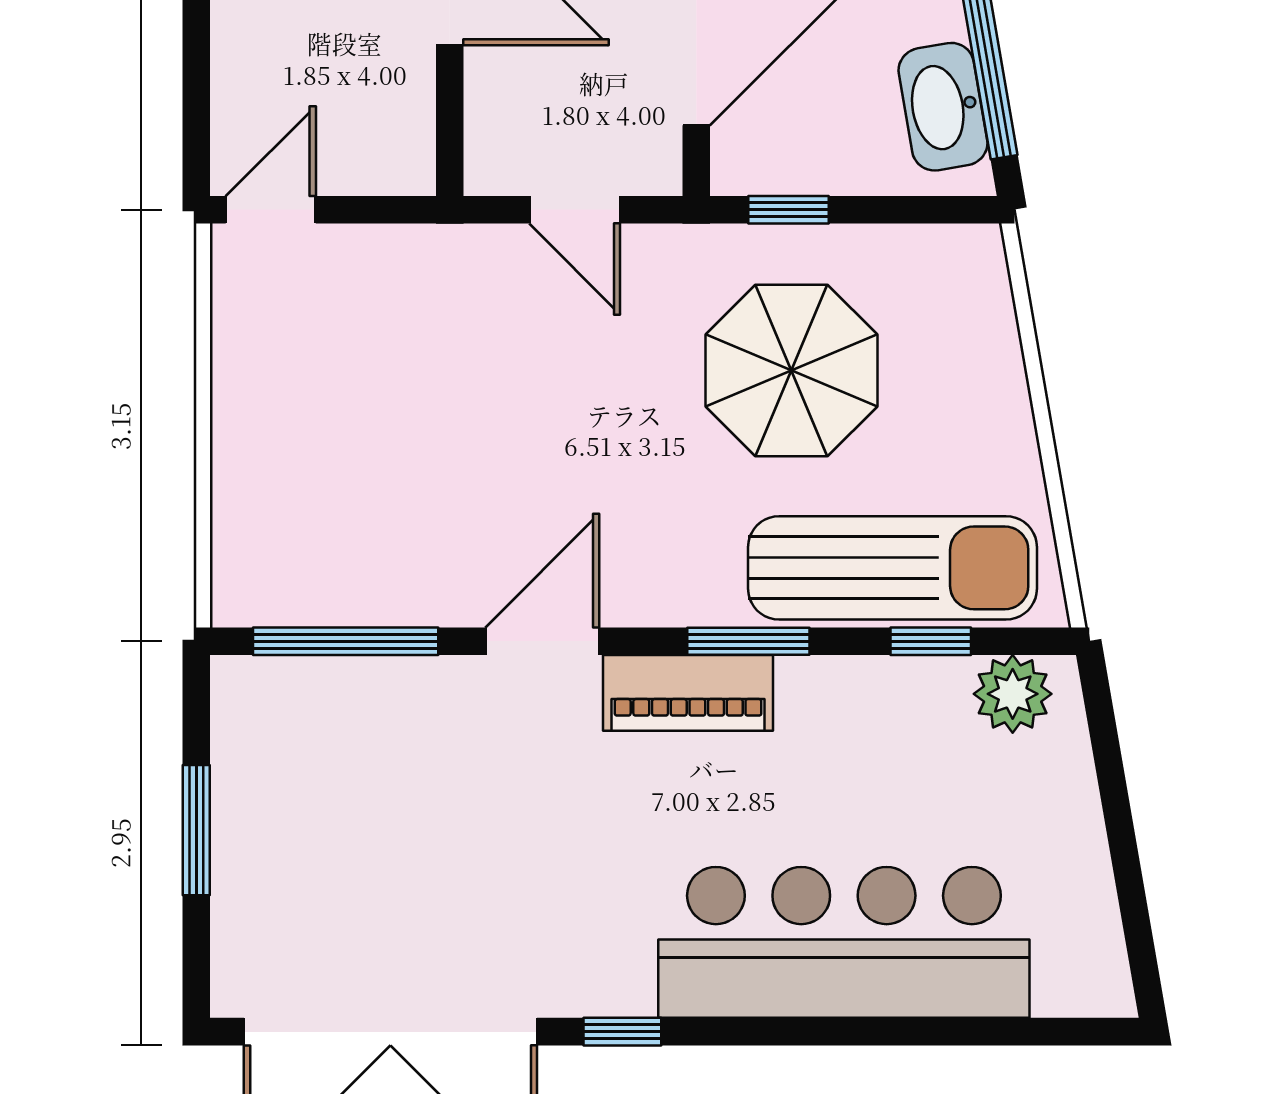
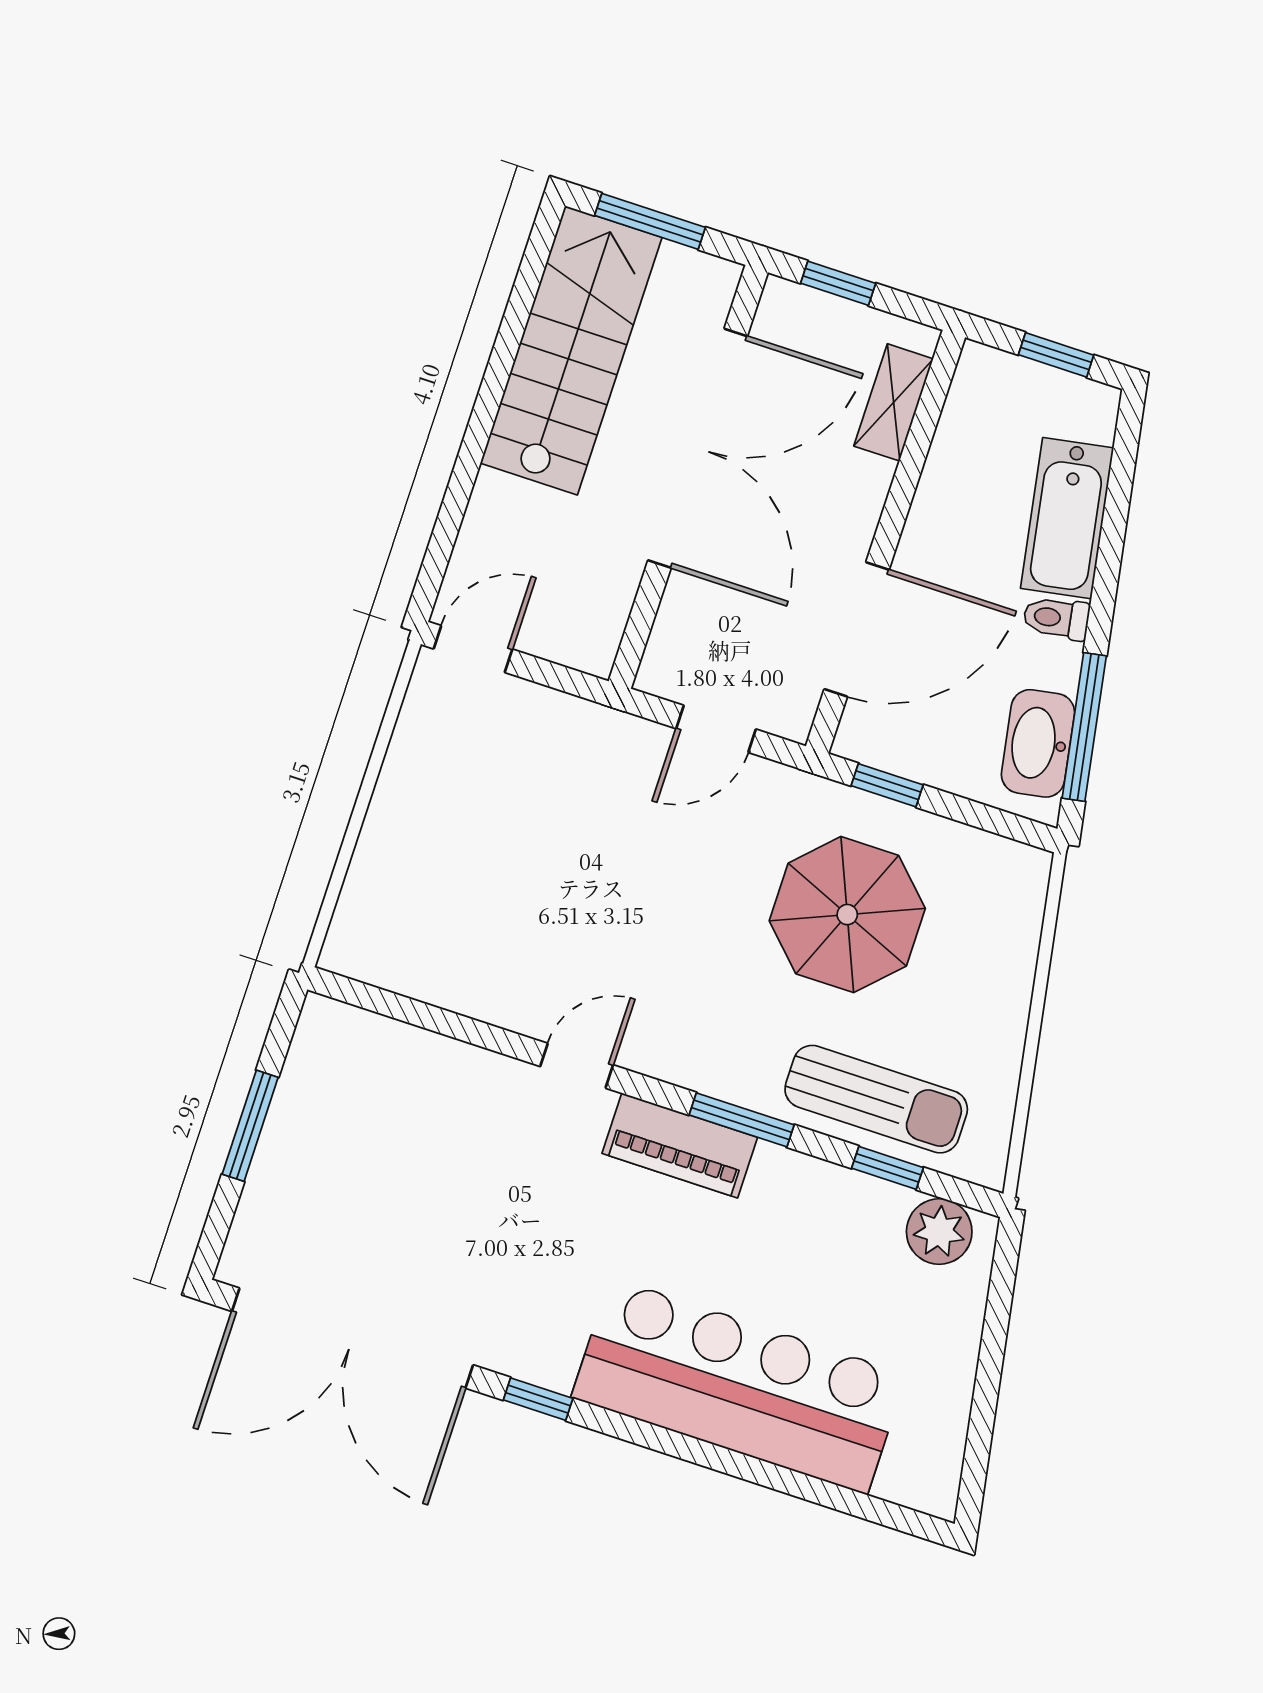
door: (575, 210) -> (716, 729), hinge flipped
sun lounger: (892, 568) -> (876, 1099), width x0.73, depth x0.75
window: (346, 641) -> (419, 1014), removed
door: (542, 641) -> (577, 1066), width x0.73

